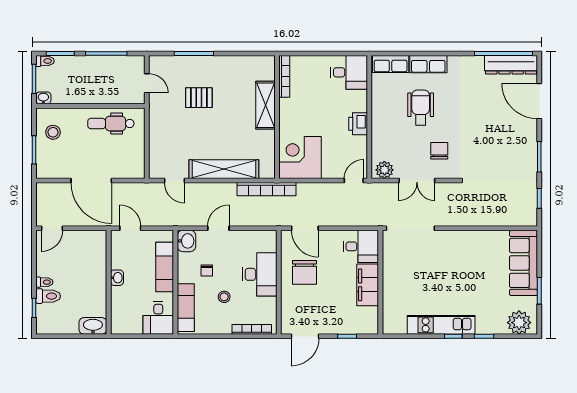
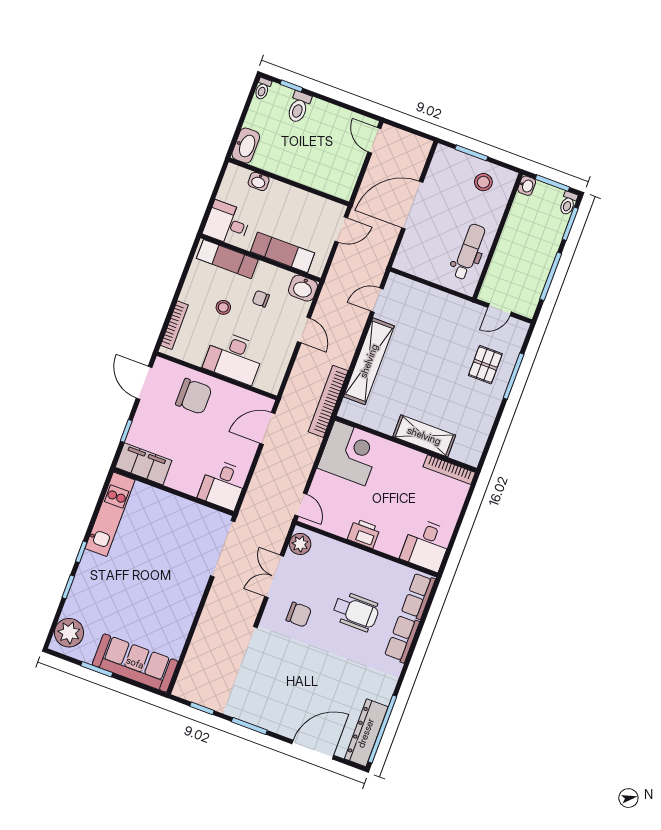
pallet: (199, 98) -> (485, 365), moved
chair: (305, 272) -> (194, 396), moved, turned 180
washbasin: (117, 278) -> (259, 181), moved
toilet: (44, 282) -> (263, 89), moved
filing cabinet: (368, 285) -> (144, 464), moved
kitchen unit: (441, 325) -> (110, 514), moved

